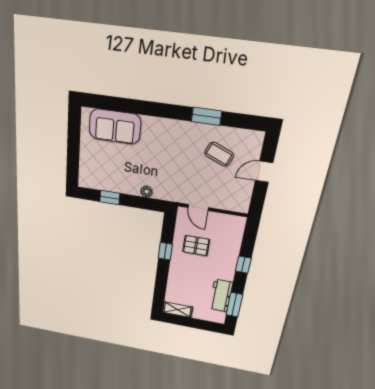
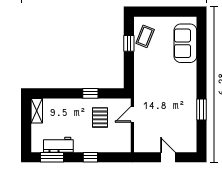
coffee table: (219, 154) -> (145, 36), moved
plant: (147, 192) -> (139, 72), removed

